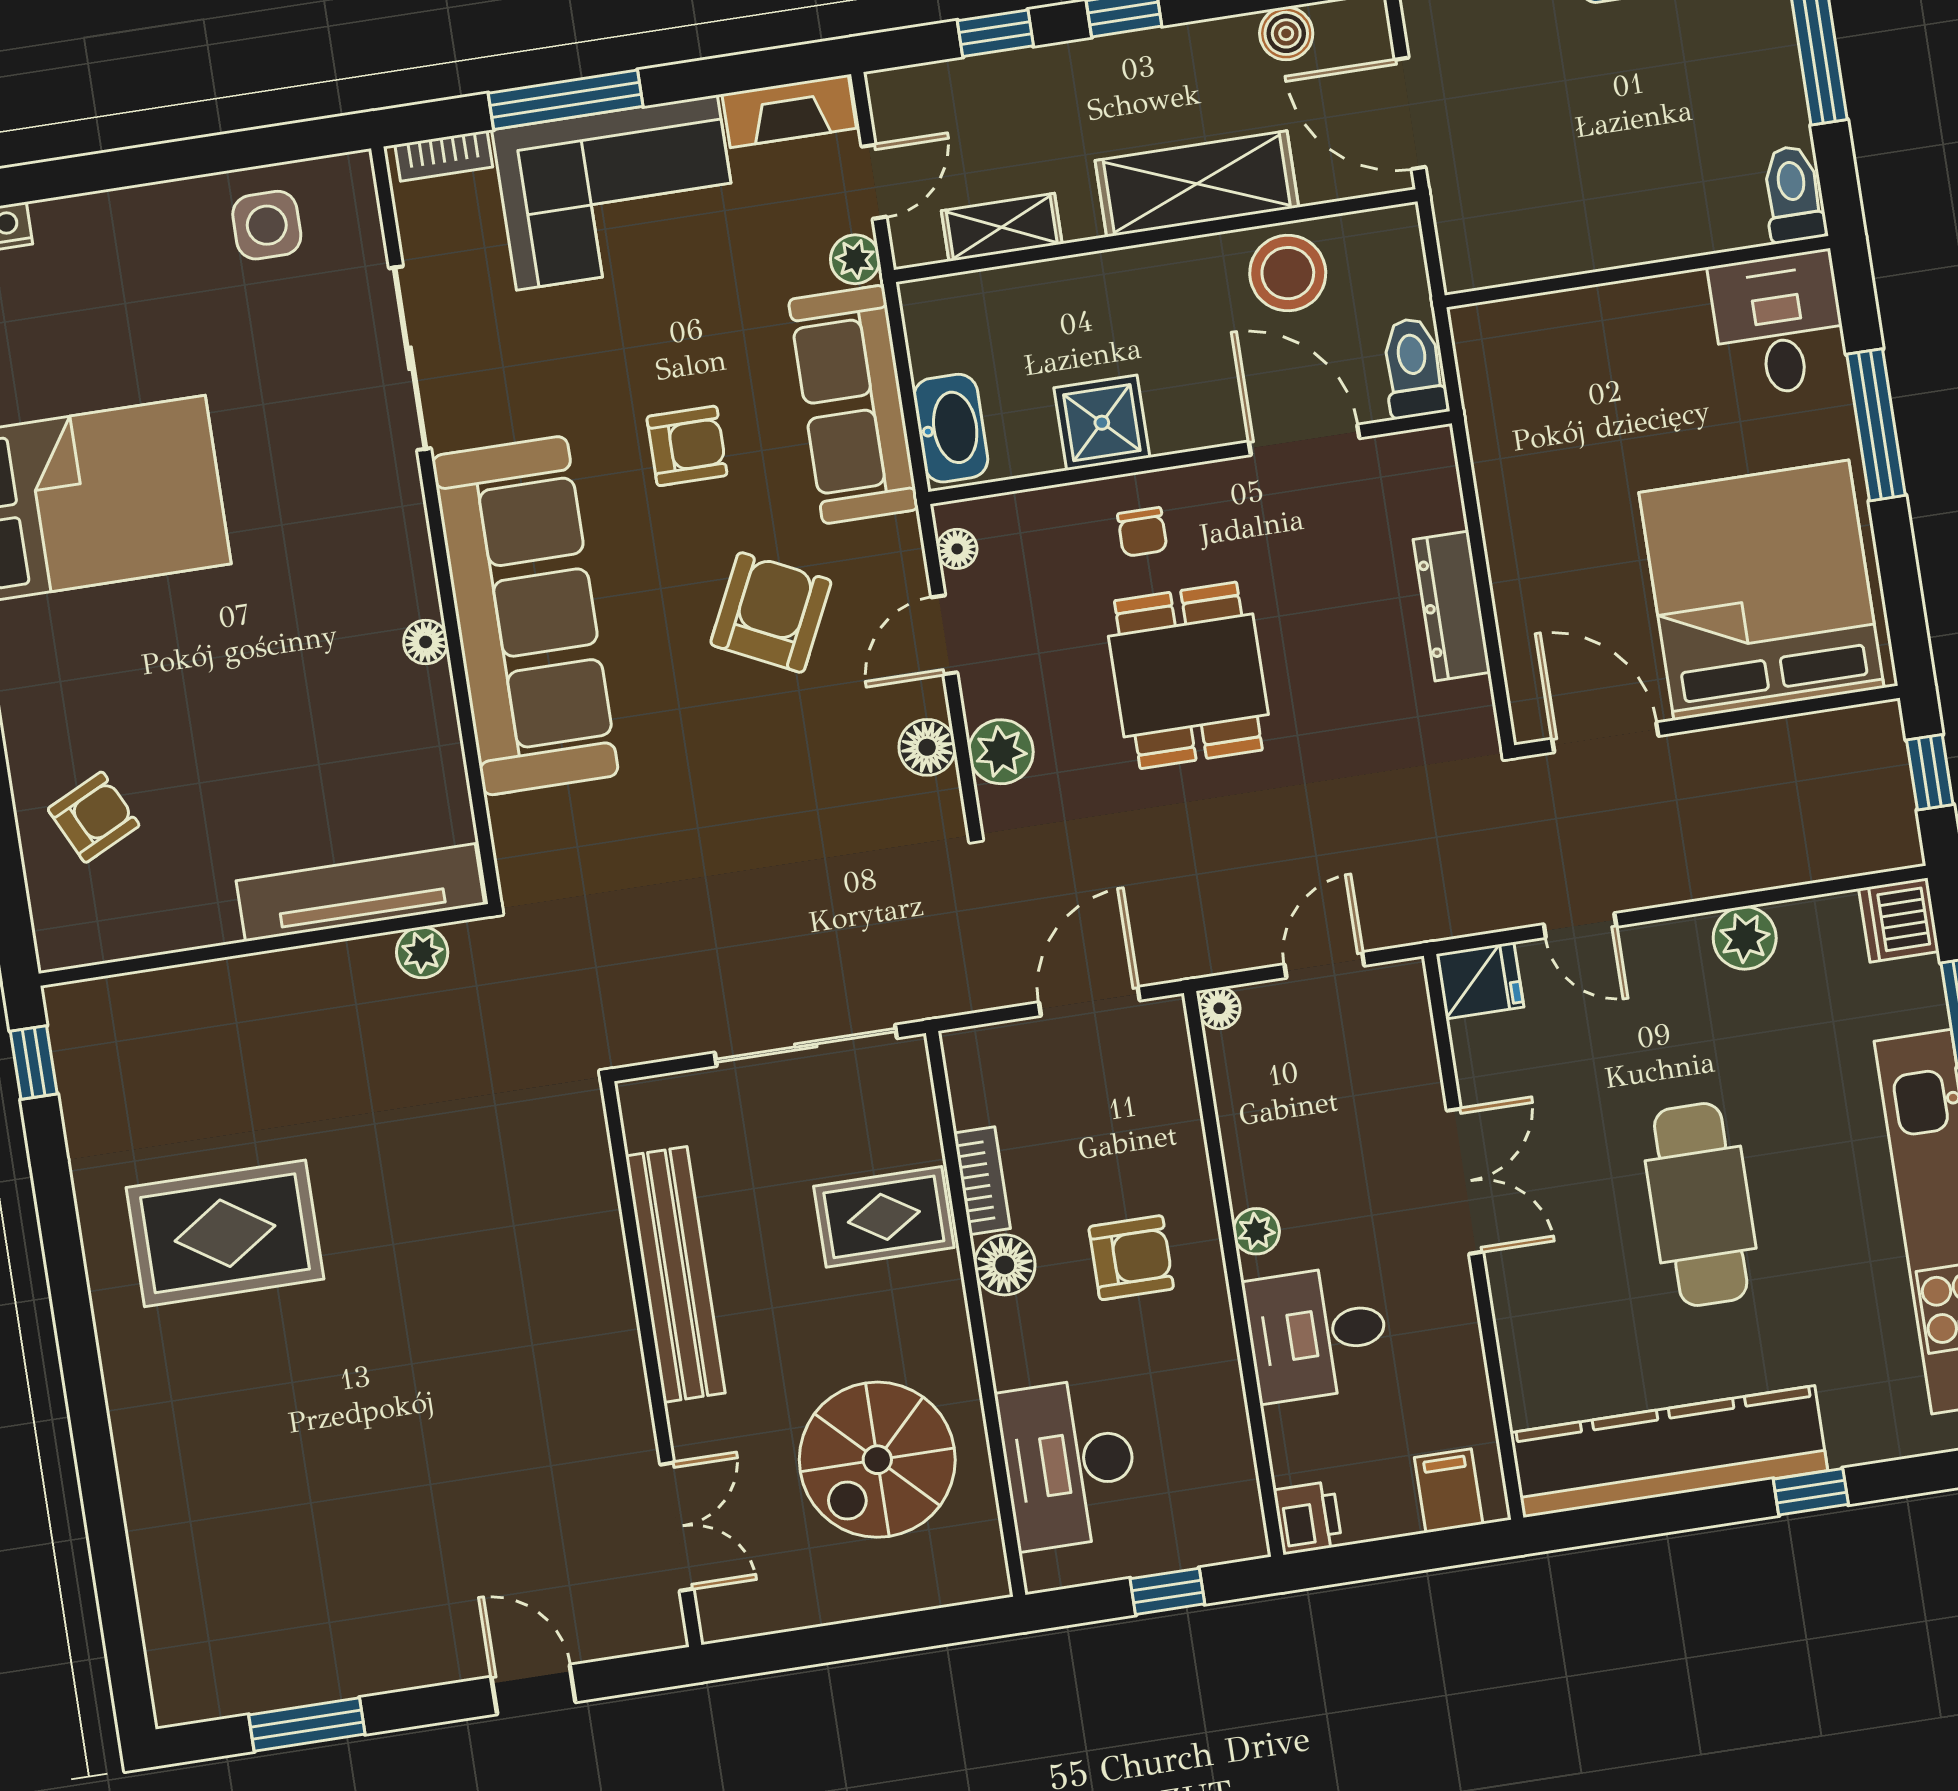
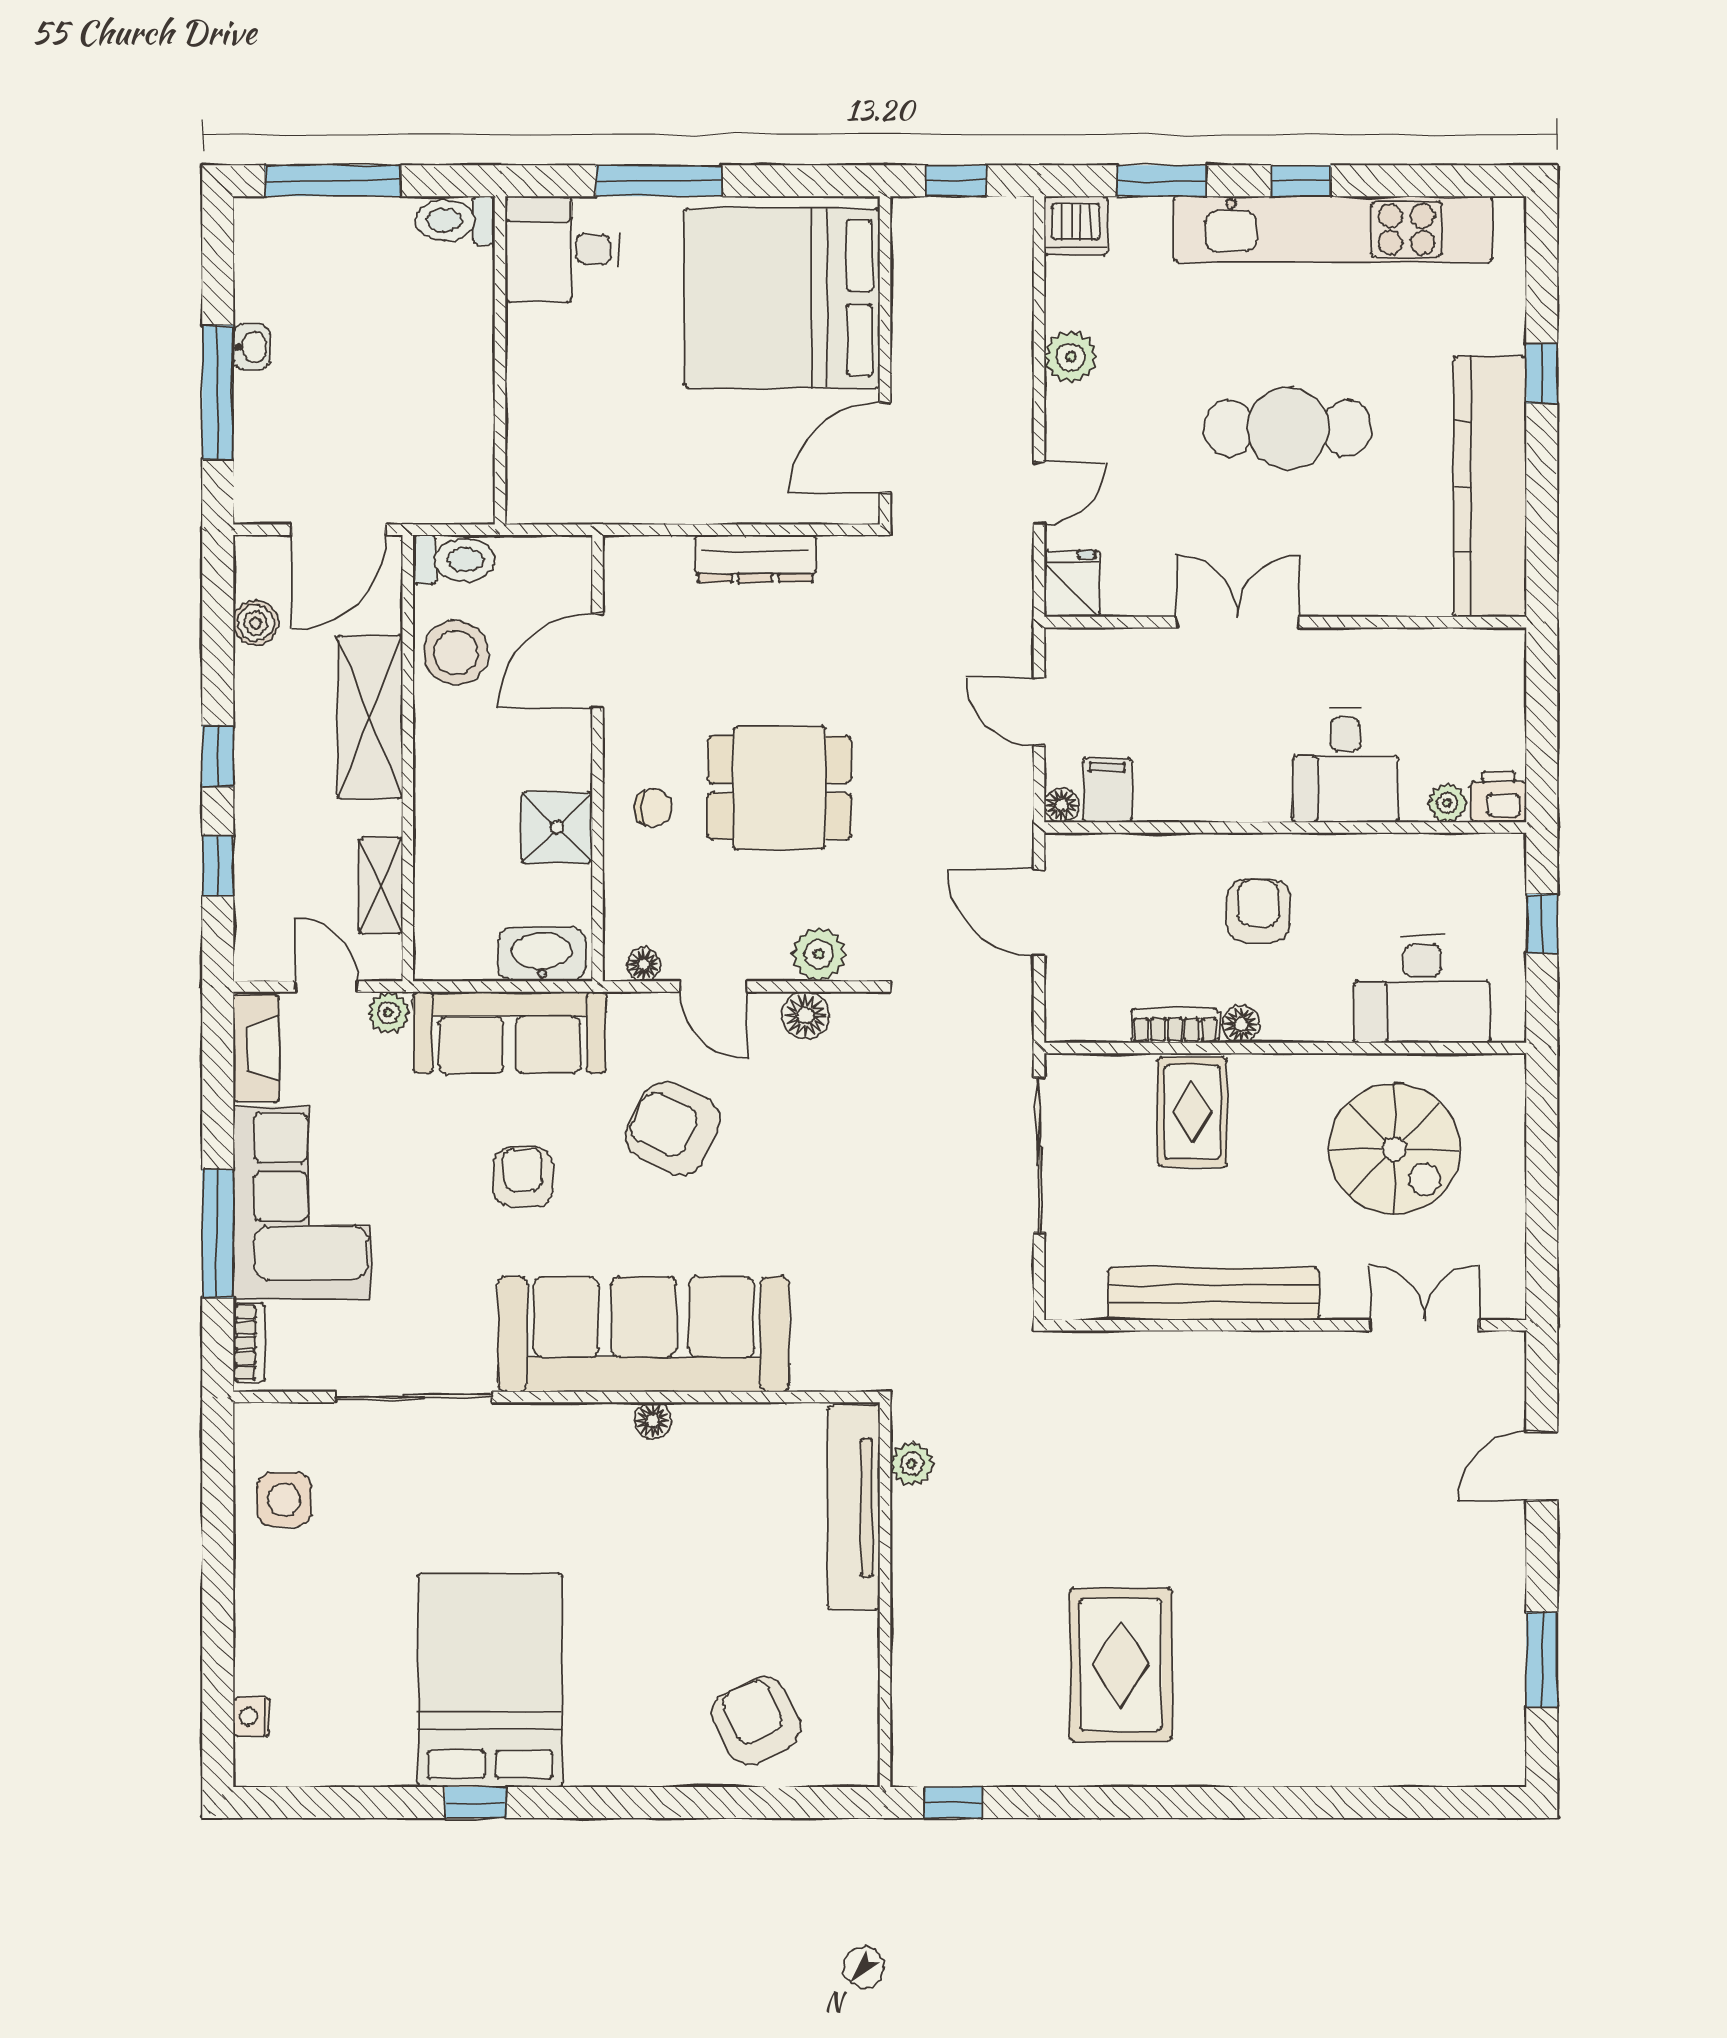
toilet: (1414, 368) -> (454, 560), moved, turned 180
armchair: (94, 817) -> (756, 1721), width x1.38, depth x1.38
plant: (1256, 1231) -> (1447, 803), moved
floor lamp: (1005, 1265) -> (1241, 1024), width x0.73, depth x0.73
filing cabinet: (1449, 1491) -> (1107, 790), moved, turned 90

